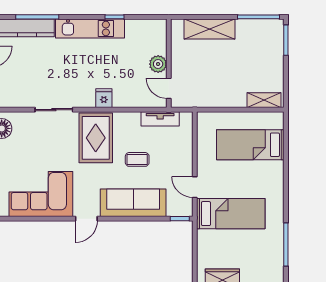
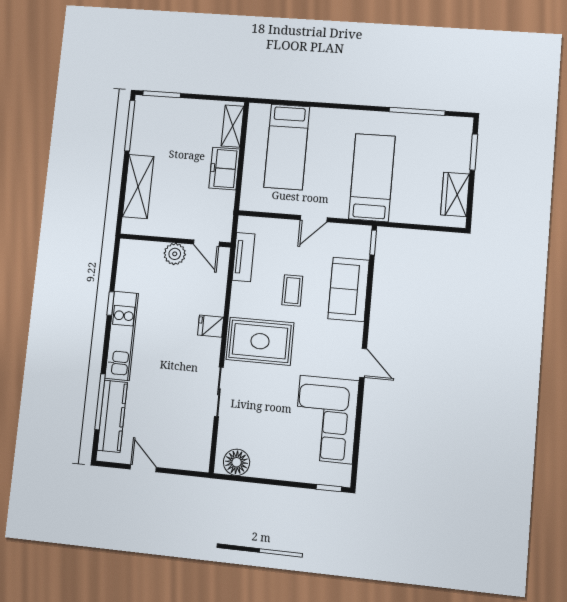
door: (169, 88) -> (206, 243), hinge flipped
freezer: (229, 97) -> (224, 169), added
door: (195, 187) -> (314, 219), moved
sofa: (133, 203) -> (349, 289), width x0.73

